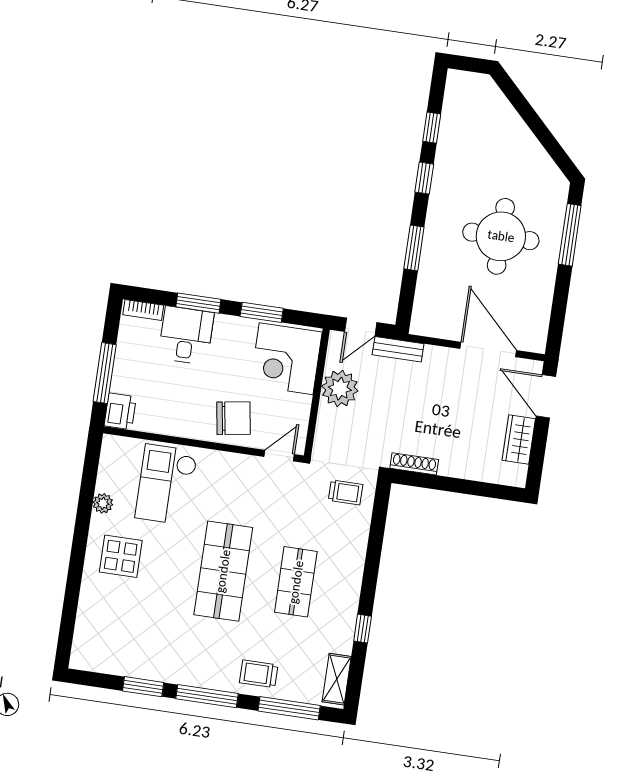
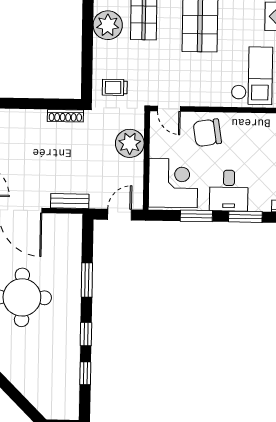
desk: (186, 335) -> (229, 191), moved
bench: (398, 349) -> (70, 201), moved
plant: (340, 389) -> (130, 143), moved
door: (279, 456) -> (169, 109), hinge flipped
plant: (344, 574) -> (108, 25), added

